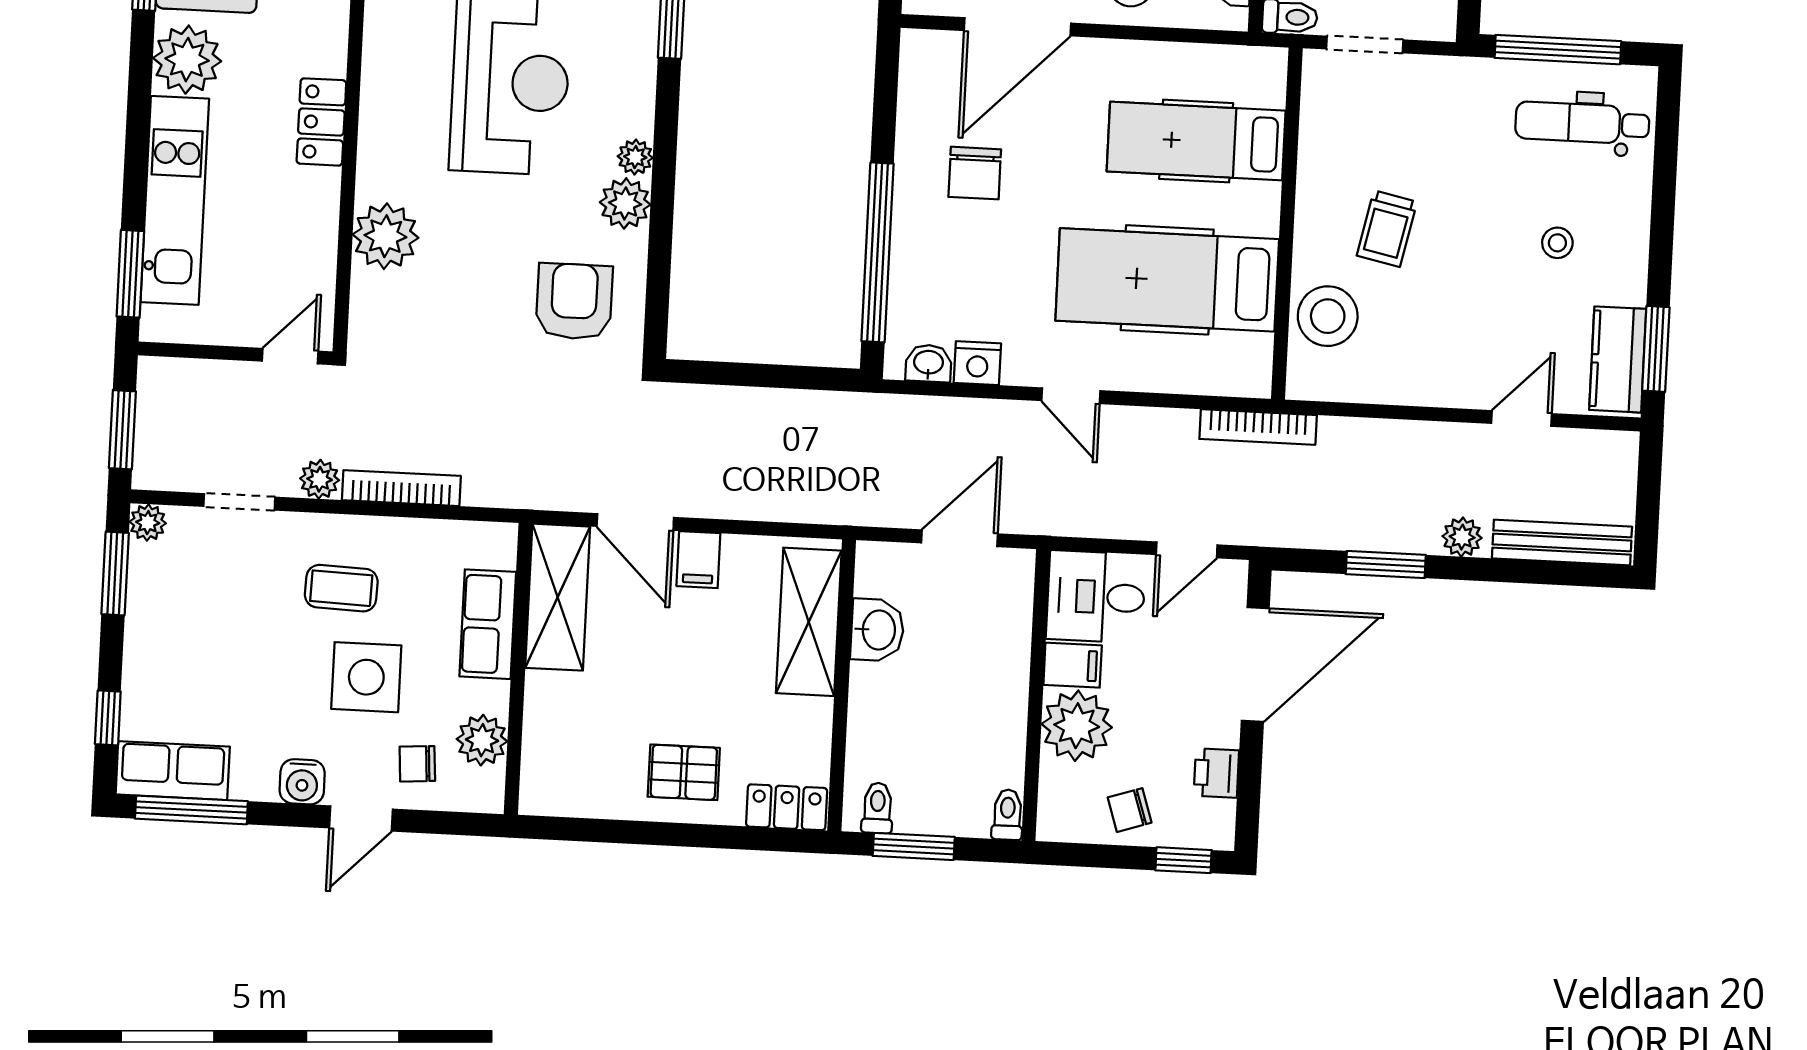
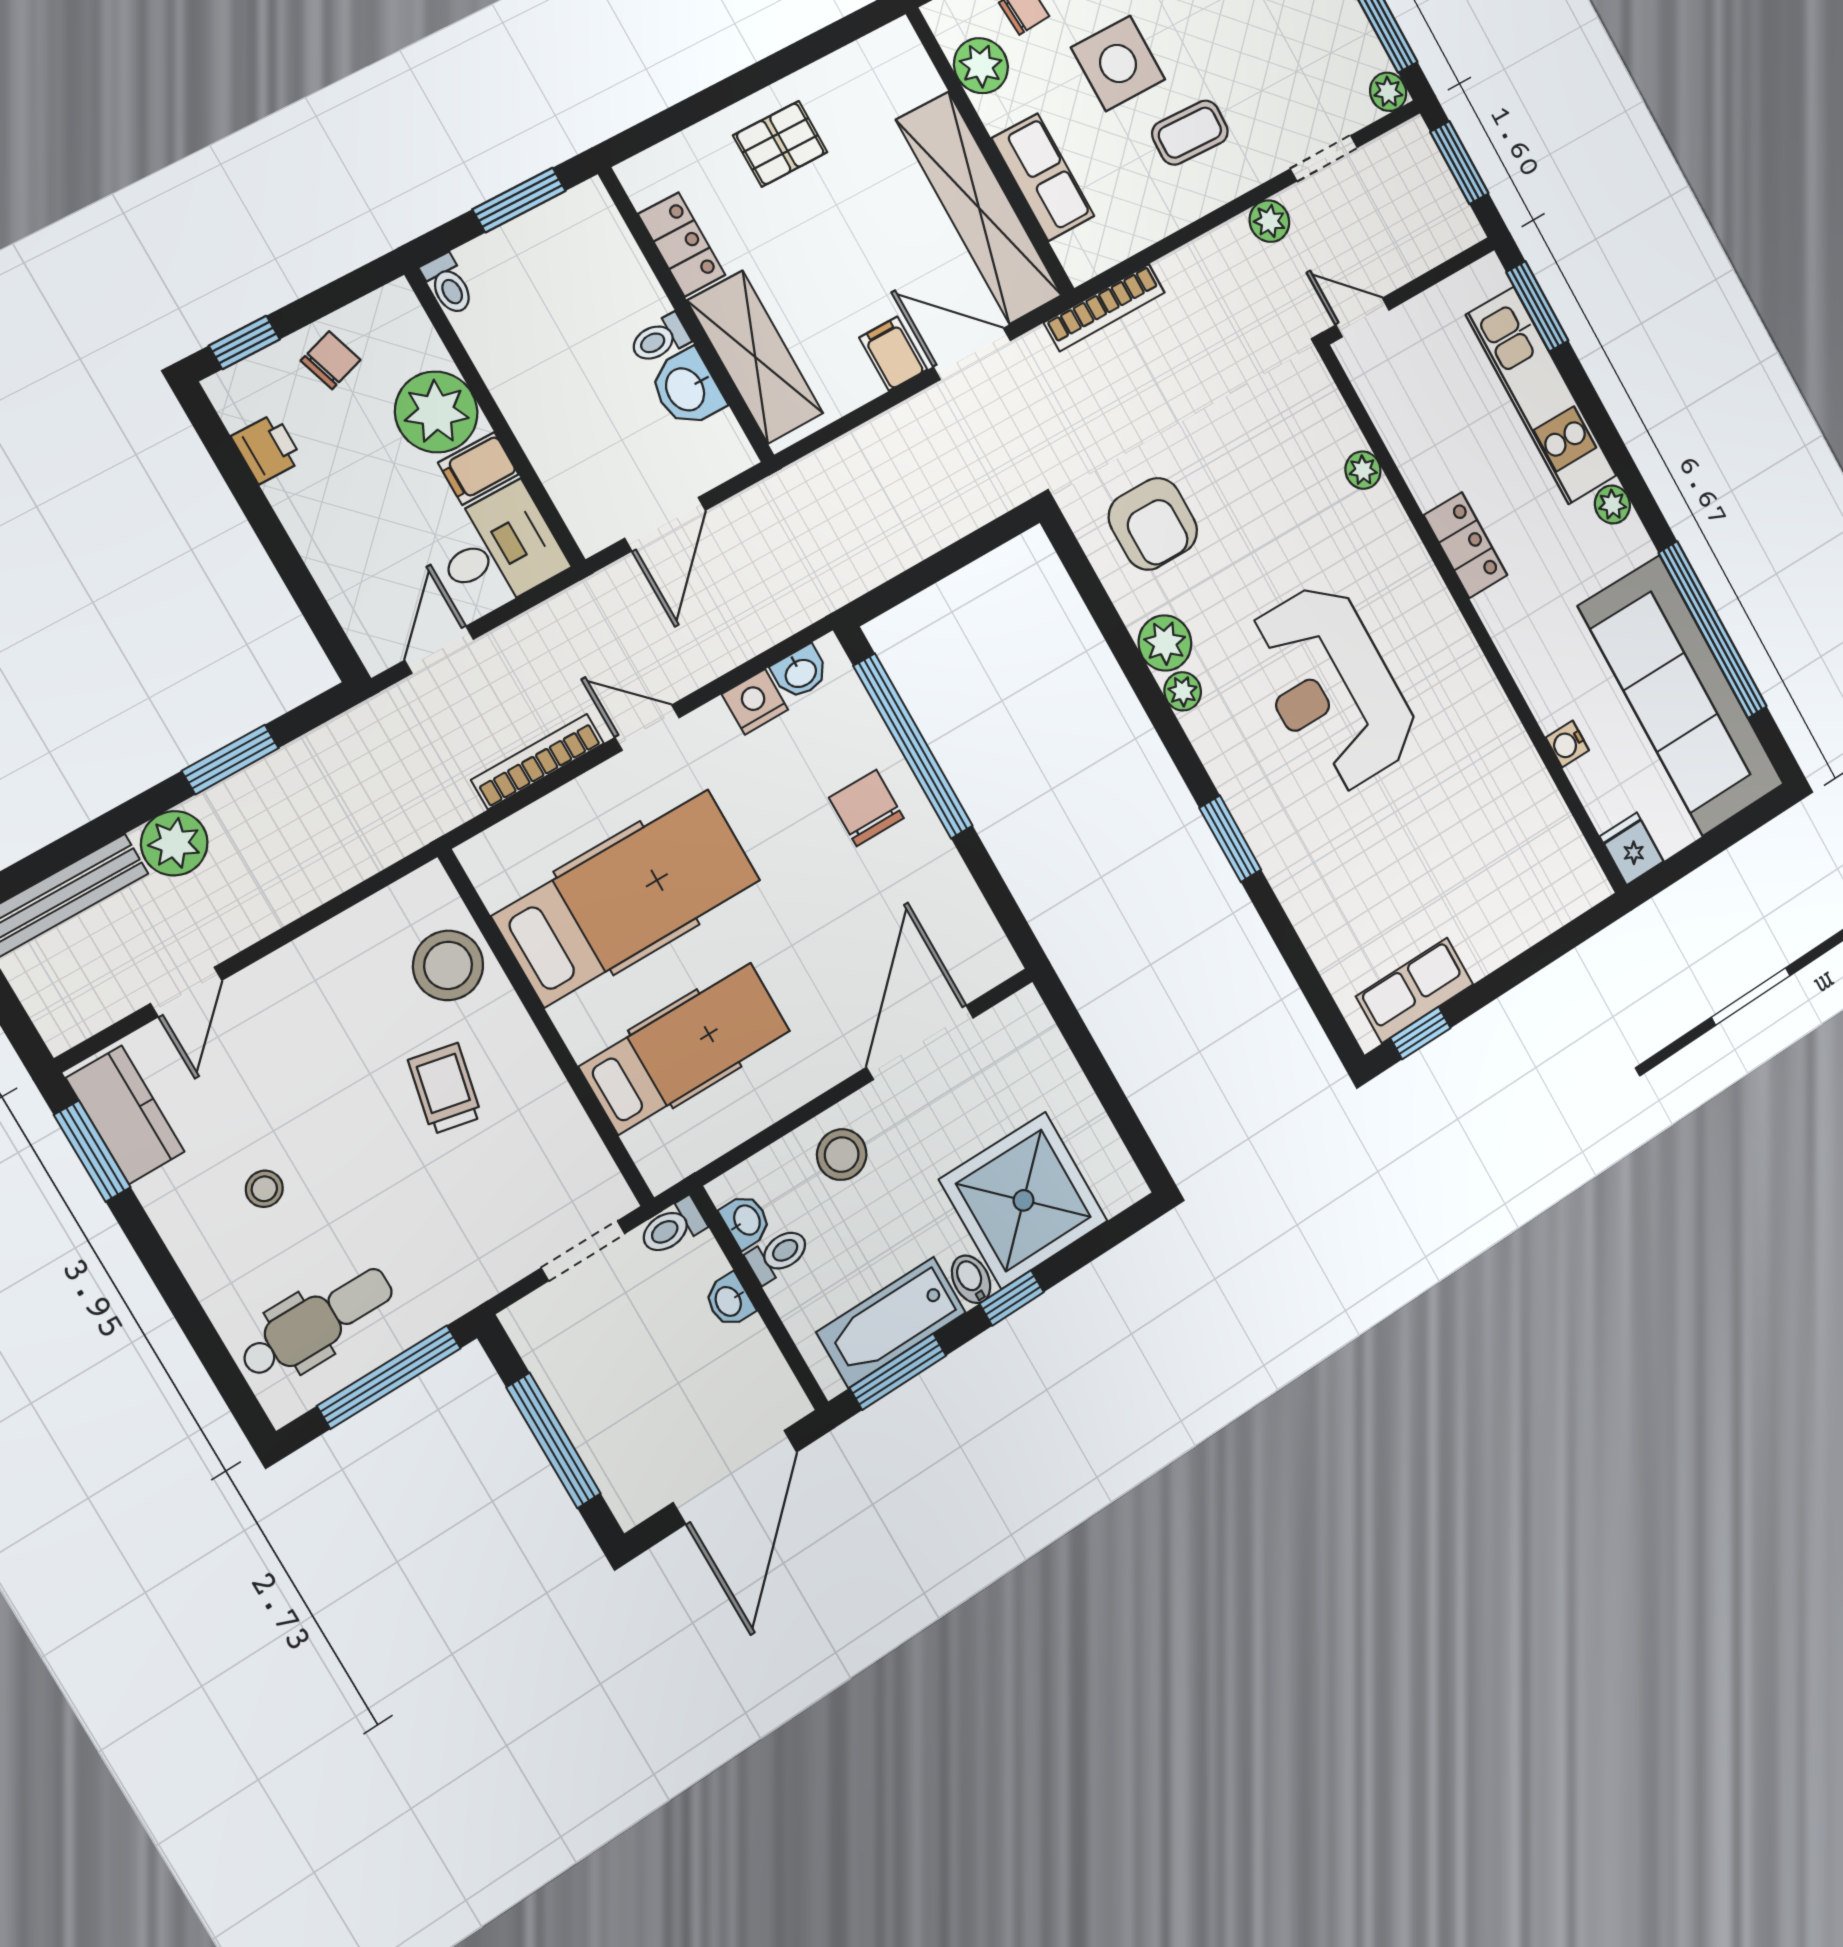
plant: (187, 60) -> (1612, 505), width x0.53, depth x0.53
chair: (975, 173) -> (866, 808), moved
plant: (385, 236) -> (1363, 470), width x0.53, depth x0.53
door: (290, 356) -> (1362, 317), swing flipped
bookcase: (1258, 427) -> (538, 762), moved
bookcase: (401, 488) -> (1104, 308), moved
plant: (1462, 537) -> (174, 843), width x1.38, depth x1.38
shelving: (558, 597) -> (979, 208), width x1.47
door: (1255, 664) -> (298, 579), removed
locker: (787, 807) -> (682, 245), moved, turned -90
toilet: (877, 808) -> (660, 339), moved, turned 90

